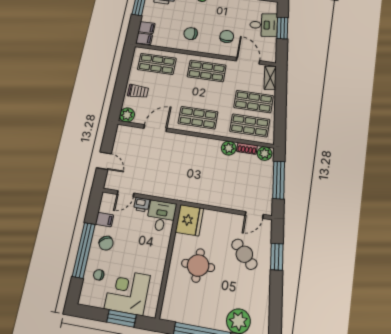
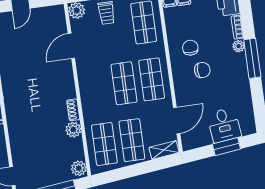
chair: (227, 36) -> (202, 70), moved
shop shelf: (198, 118) -> (124, 83), moved
door: (155, 128) -> (71, 46), swing flipped
shoe rack: (247, 148) -> (73, 110), moved

